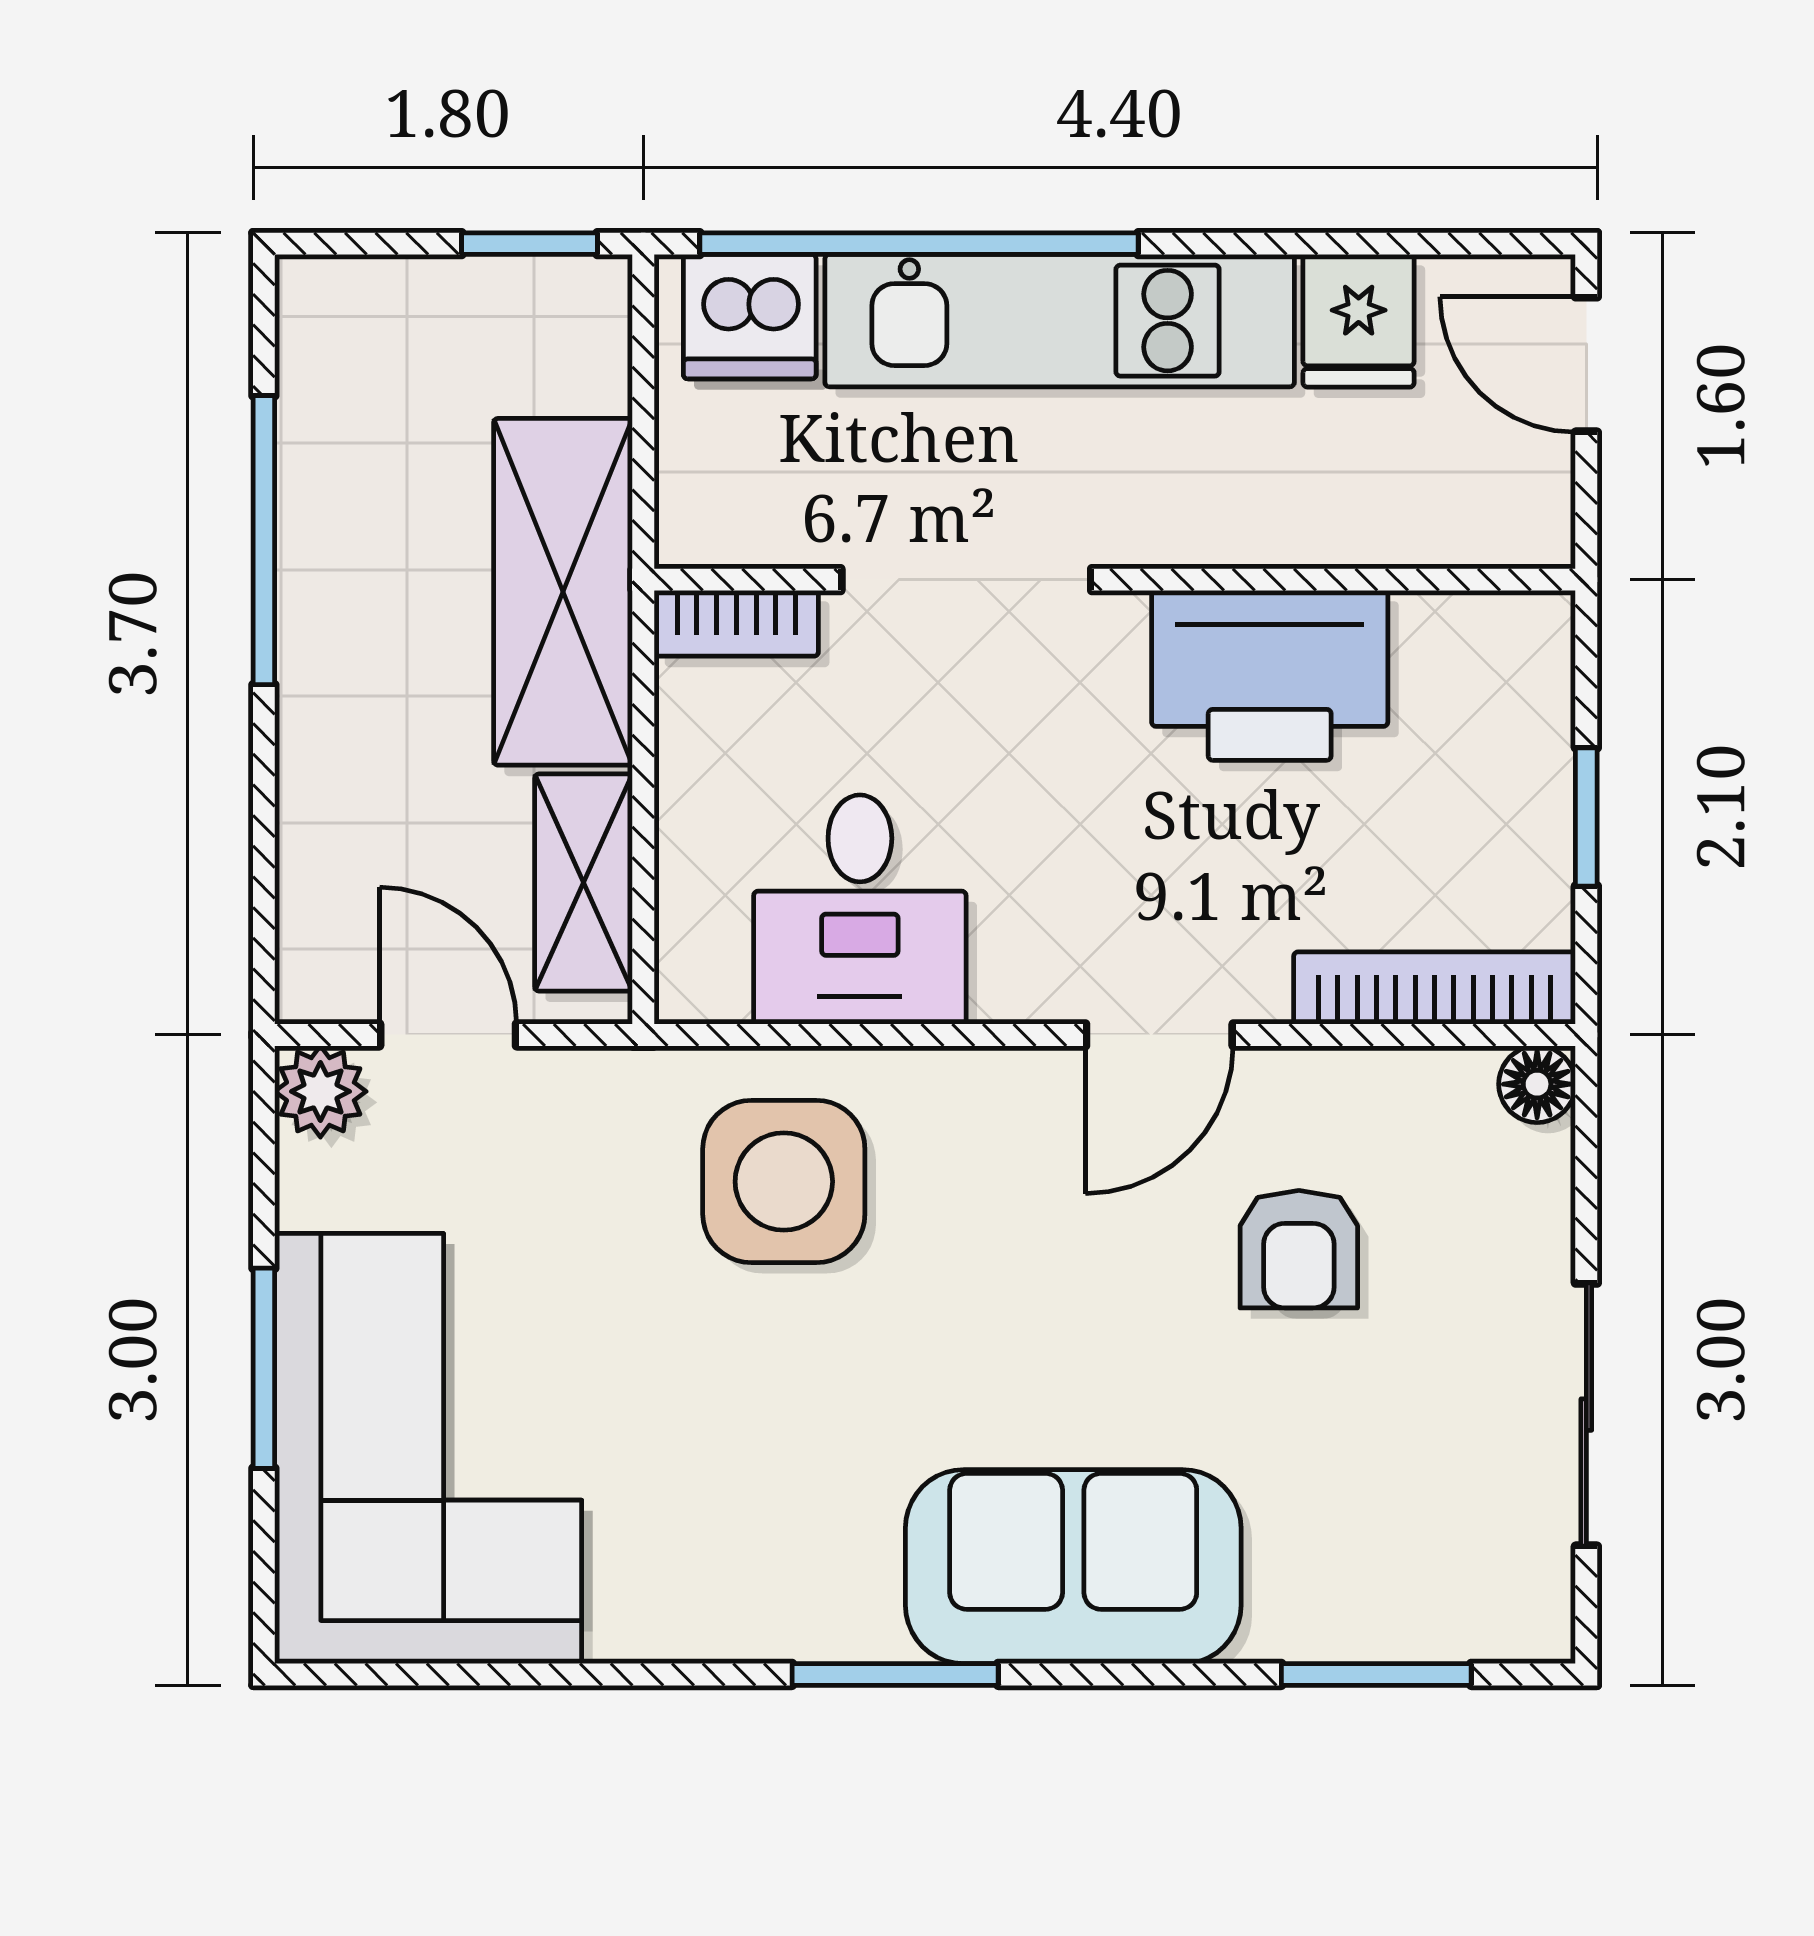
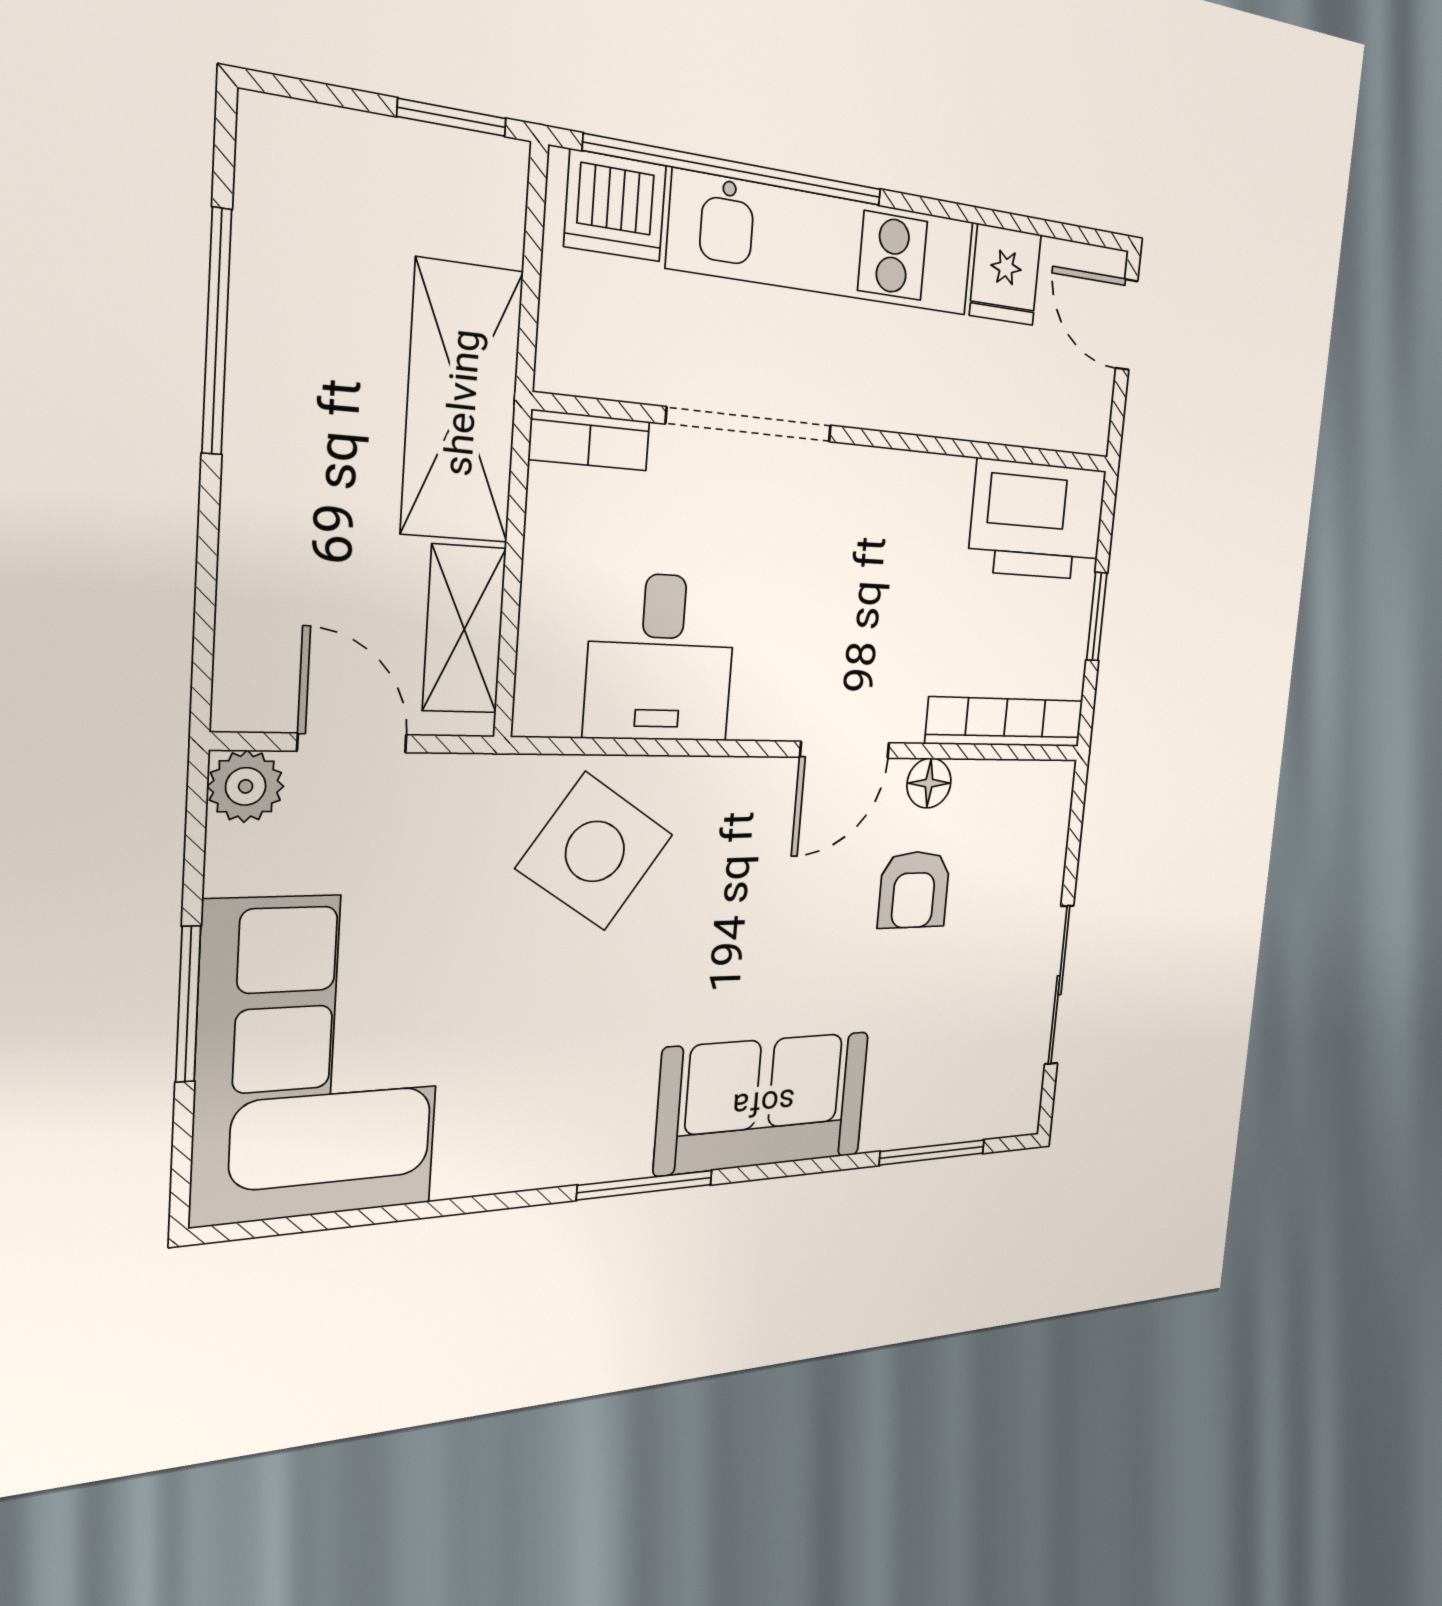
printer: (1270, 675) -> (1037, 520), moved
floor lamp: (1537, 1084) -> (929, 783), moved
side table: (784, 1182) -> (595, 851), turned 34

